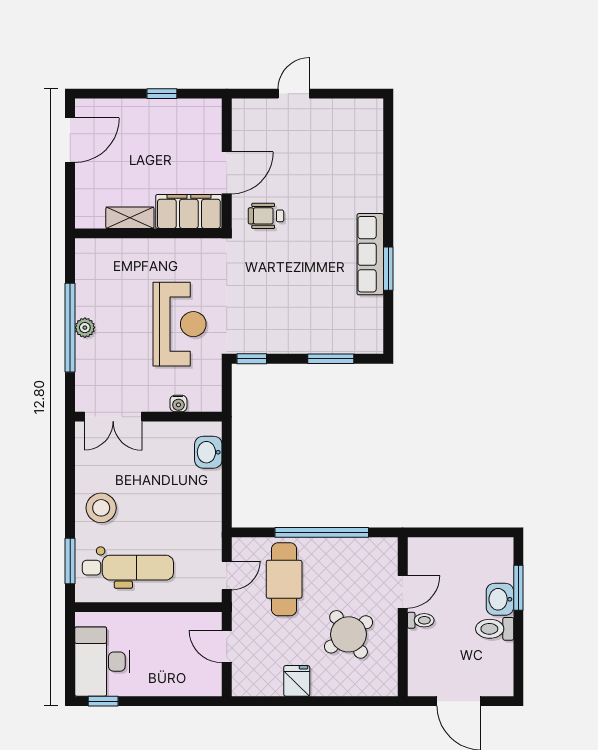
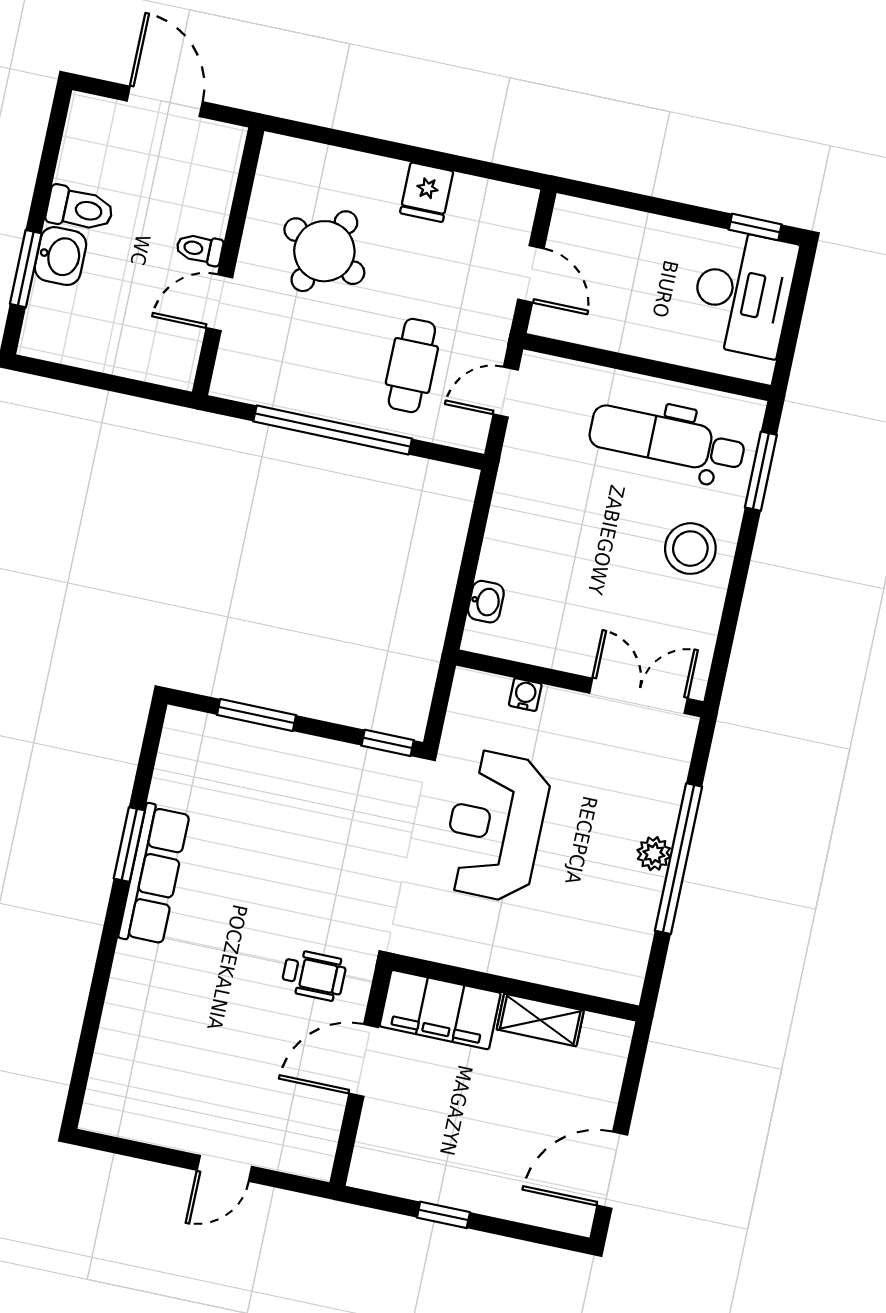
washbasin: (208, 452) -> (486, 602), width x0.72, depth x0.69
cafe table: (284, 579) -> (412, 365), width x0.73, depth x0.74
round table: (349, 634) -> (324, 251), turned -30

